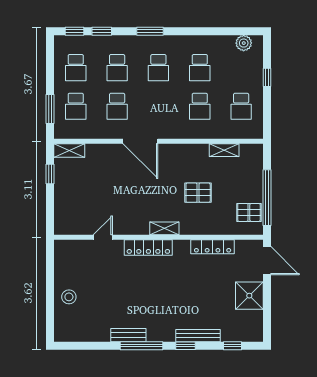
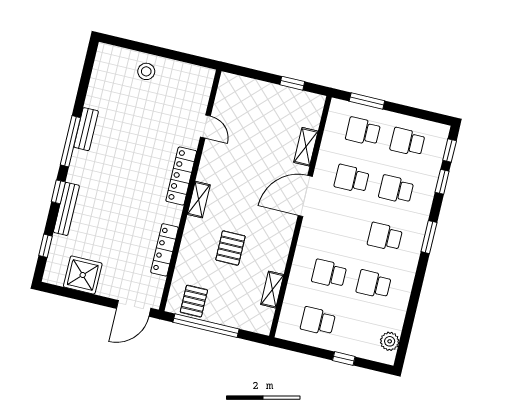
shelving: (69, 150) -> (306, 147), moved
shower: (249, 296) -> (83, 275), moved

